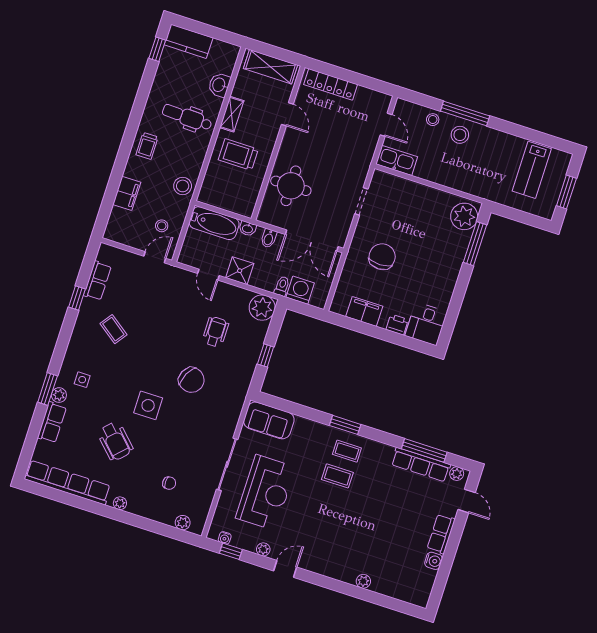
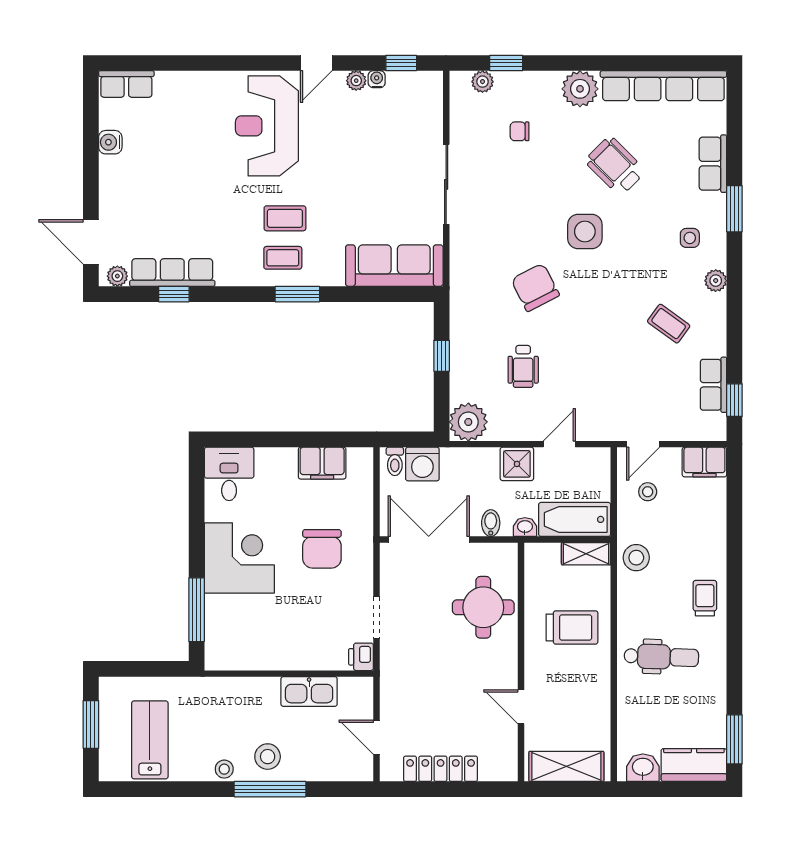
window: (157, 49) -> (734, 739), width x1.50
locker: (331, 84) -> (441, 769), moved
washbasin: (219, 85) -> (643, 768), moved, turned -90
shelving: (232, 114) -> (586, 554), moved, turned 90
stool: (433, 120) -> (224, 769), moved
kitchen sink: (397, 160) -> (309, 692), moved
filing cabinet: (127, 193) -> (704, 462), moved, turned -90
plant: (464, 216) -> (224, 643), removed
corner desk: (437, 268) -> (239, 558), added
door: (208, 275) -> (559, 444), hinge flipped
toilet: (282, 286) -> (395, 461), moved
window: (77, 298) -> (734, 400), moved
printer: (397, 325) -> (361, 657), moved, turned 90
chair: (191, 380) -> (535, 287), turned 37
plant: (59, 395) -> (716, 281), moved
sofa: (269, 420) -> (394, 266), width x1.36
window: (424, 450) -> (174, 294), width x0.46
reception desk: (266, 492) -> (267, 126), moved
door: (467, 501) -> (91, 242), width x1.38
plant: (120, 503) -> (580, 89), width x1.87, depth x1.87
window: (164, 530) -> (506, 63), added
row of seats: (441, 534) -> (126, 84), moved, turned 90
water cooler: (225, 538) -> (377, 79), moved
plant: (363, 581) -> (200, 81), removed

